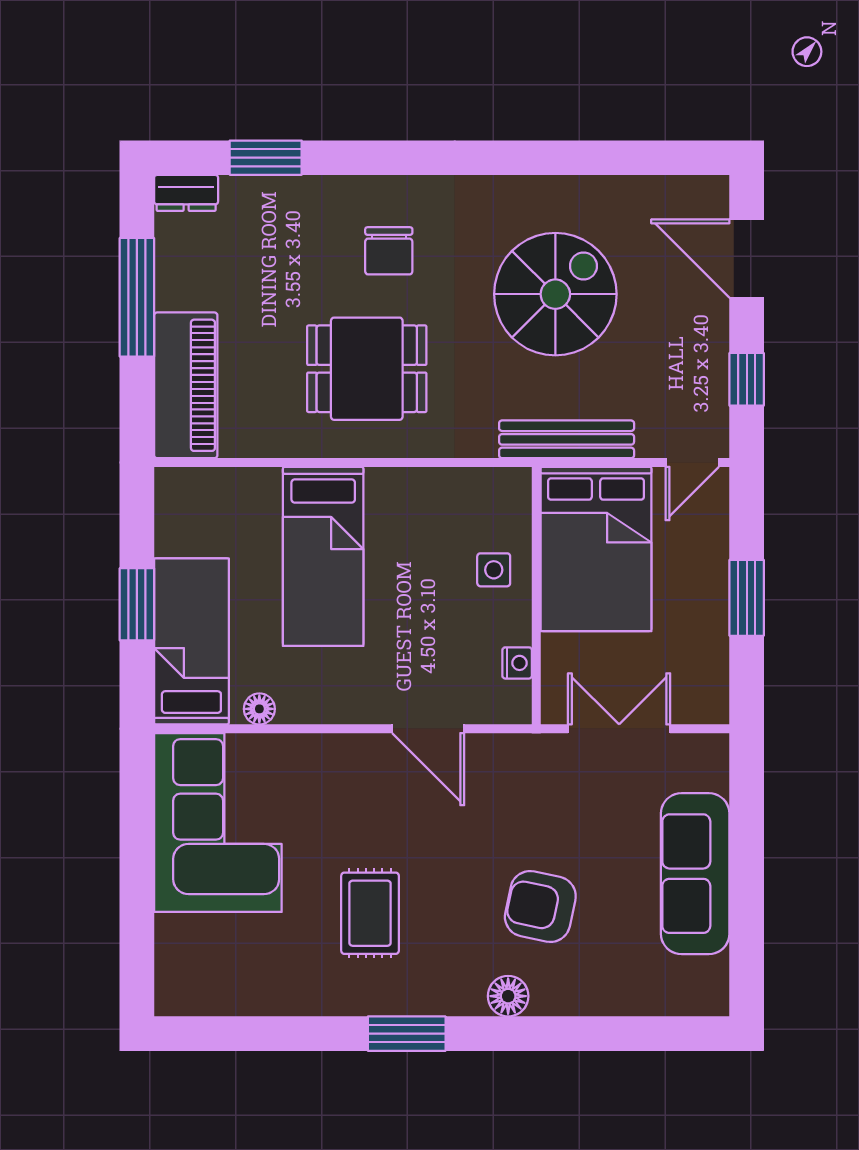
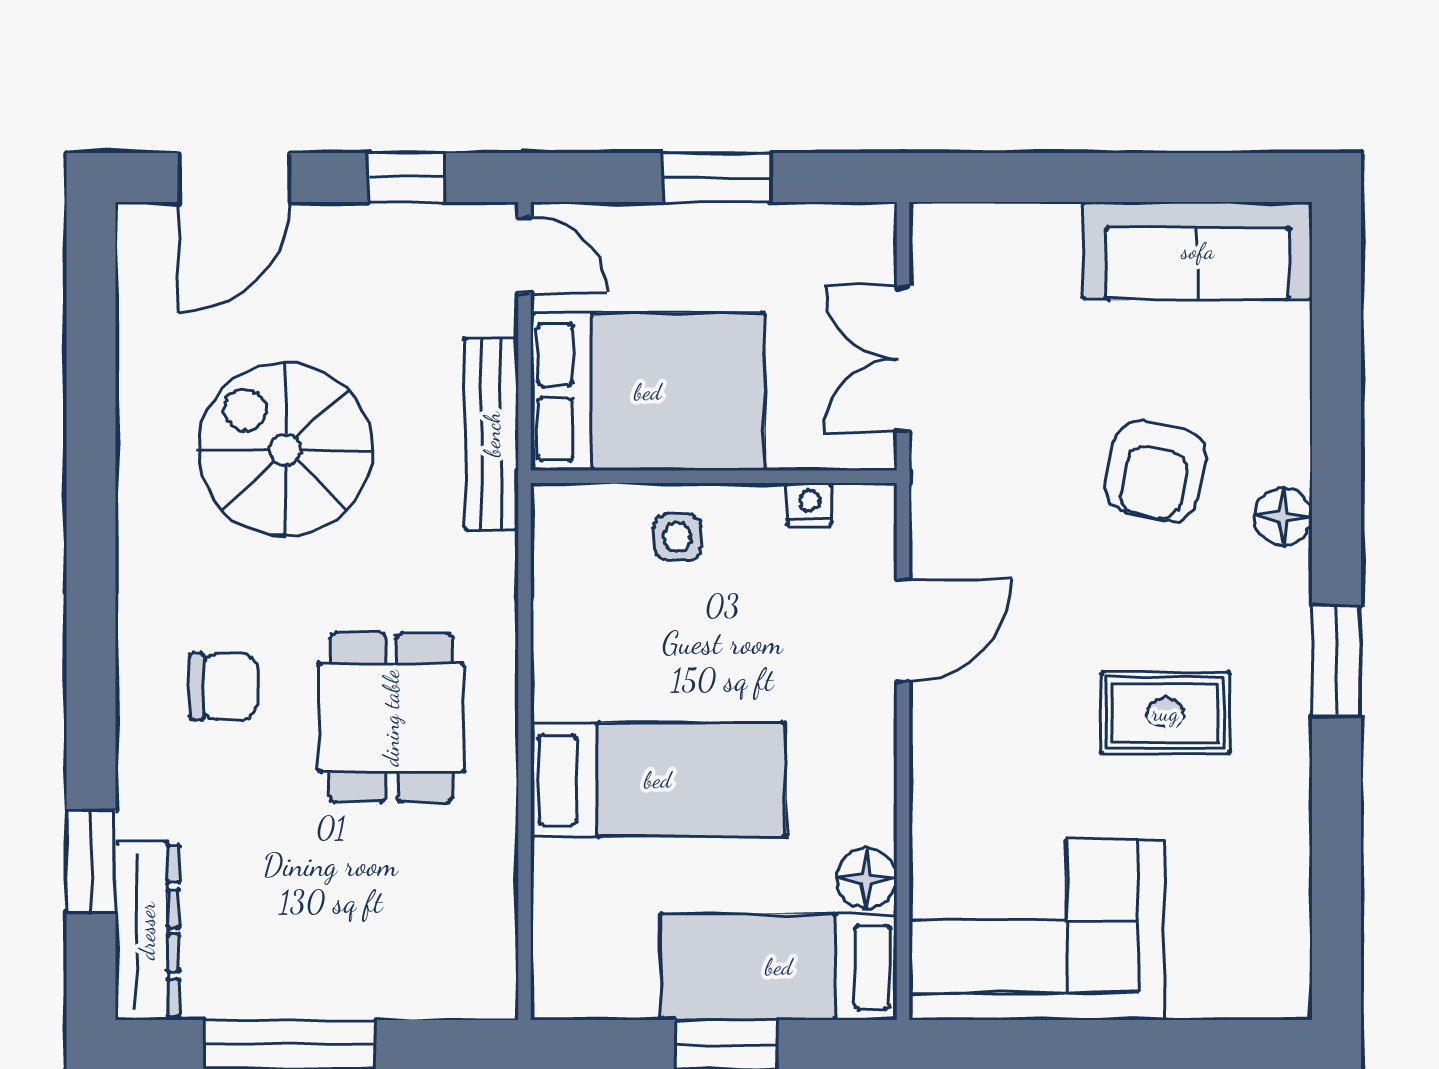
dresser: (186, 193) -> (147, 931), width x1.96, depth x1.24
piano: (186, 385) -> (415, 975), removed
floor lamp: (259, 709) -> (867, 879), width x1.37, depth x1.37
sofa: (695, 874) -> (1198, 251), moved

